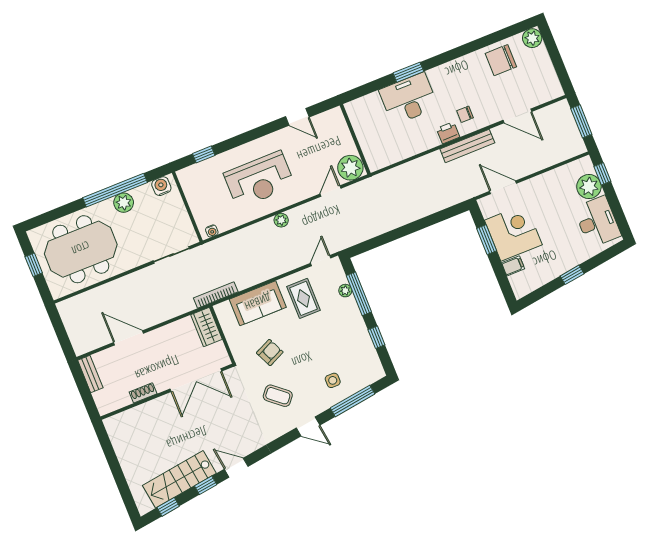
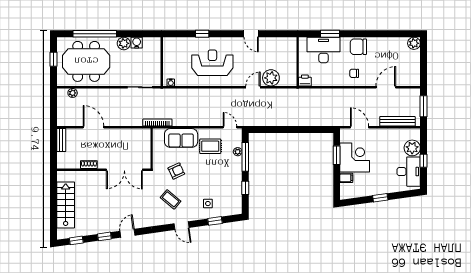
chair: (501, 60) -> (358, 47), moved
door: (517, 116) -> (386, 87), swing flipped
printer: (448, 133) -> (305, 80), moved
wall: (355, 139) -> (298, 62), moved
bench: (467, 146) -> (397, 121), moved
window: (204, 154) -> (202, 34), moved
window: (602, 174) -> (424, 161), moved
reception desk: (259, 180) -> (212, 63), turned 180
water cooler: (161, 186) -> (137, 43), moved
window: (115, 190) -> (95, 34), moved
plant: (281, 220) -> (73, 93), moved
door: (321, 261) -> (230, 127), hinge flipped
rug: (304, 298) -> (210, 146), turned 90
wardrobe: (207, 327) -> (144, 140), removed
window: (352, 401) -> (215, 221), width x0.46
door: (236, 468) -> (127, 233), hinge flipped
stairs: (179, 479) -> (66, 205), moved, turned 98

